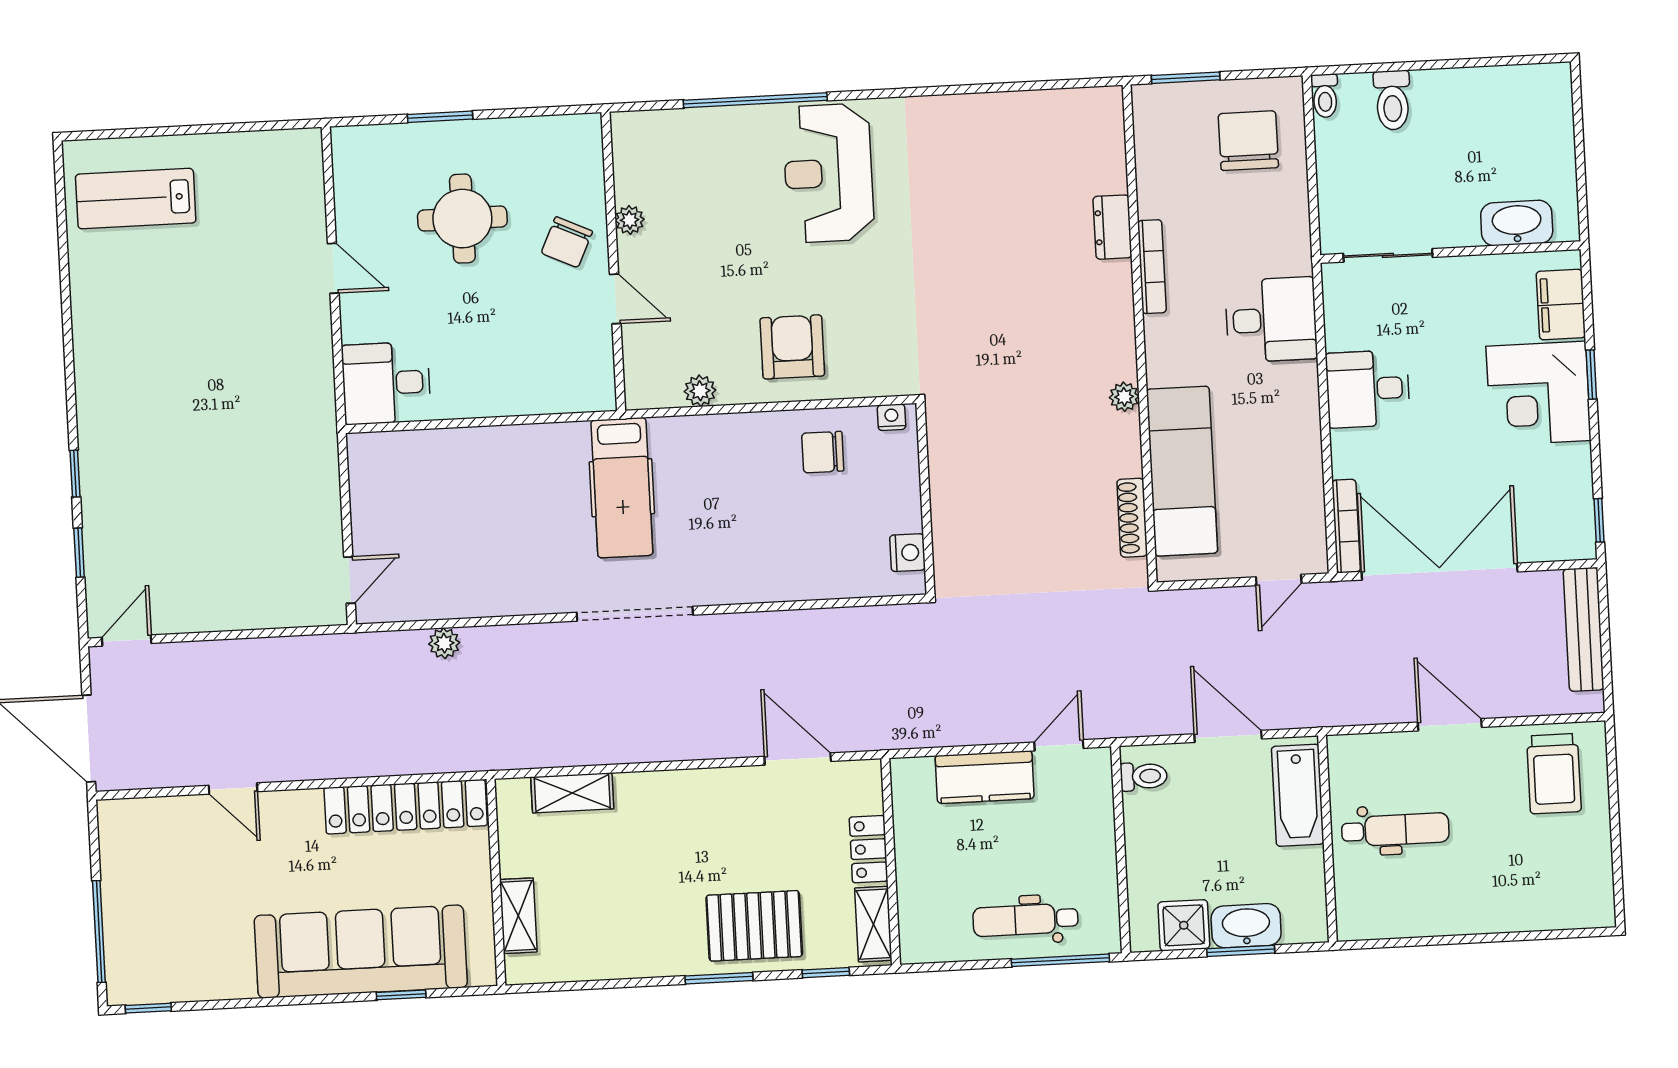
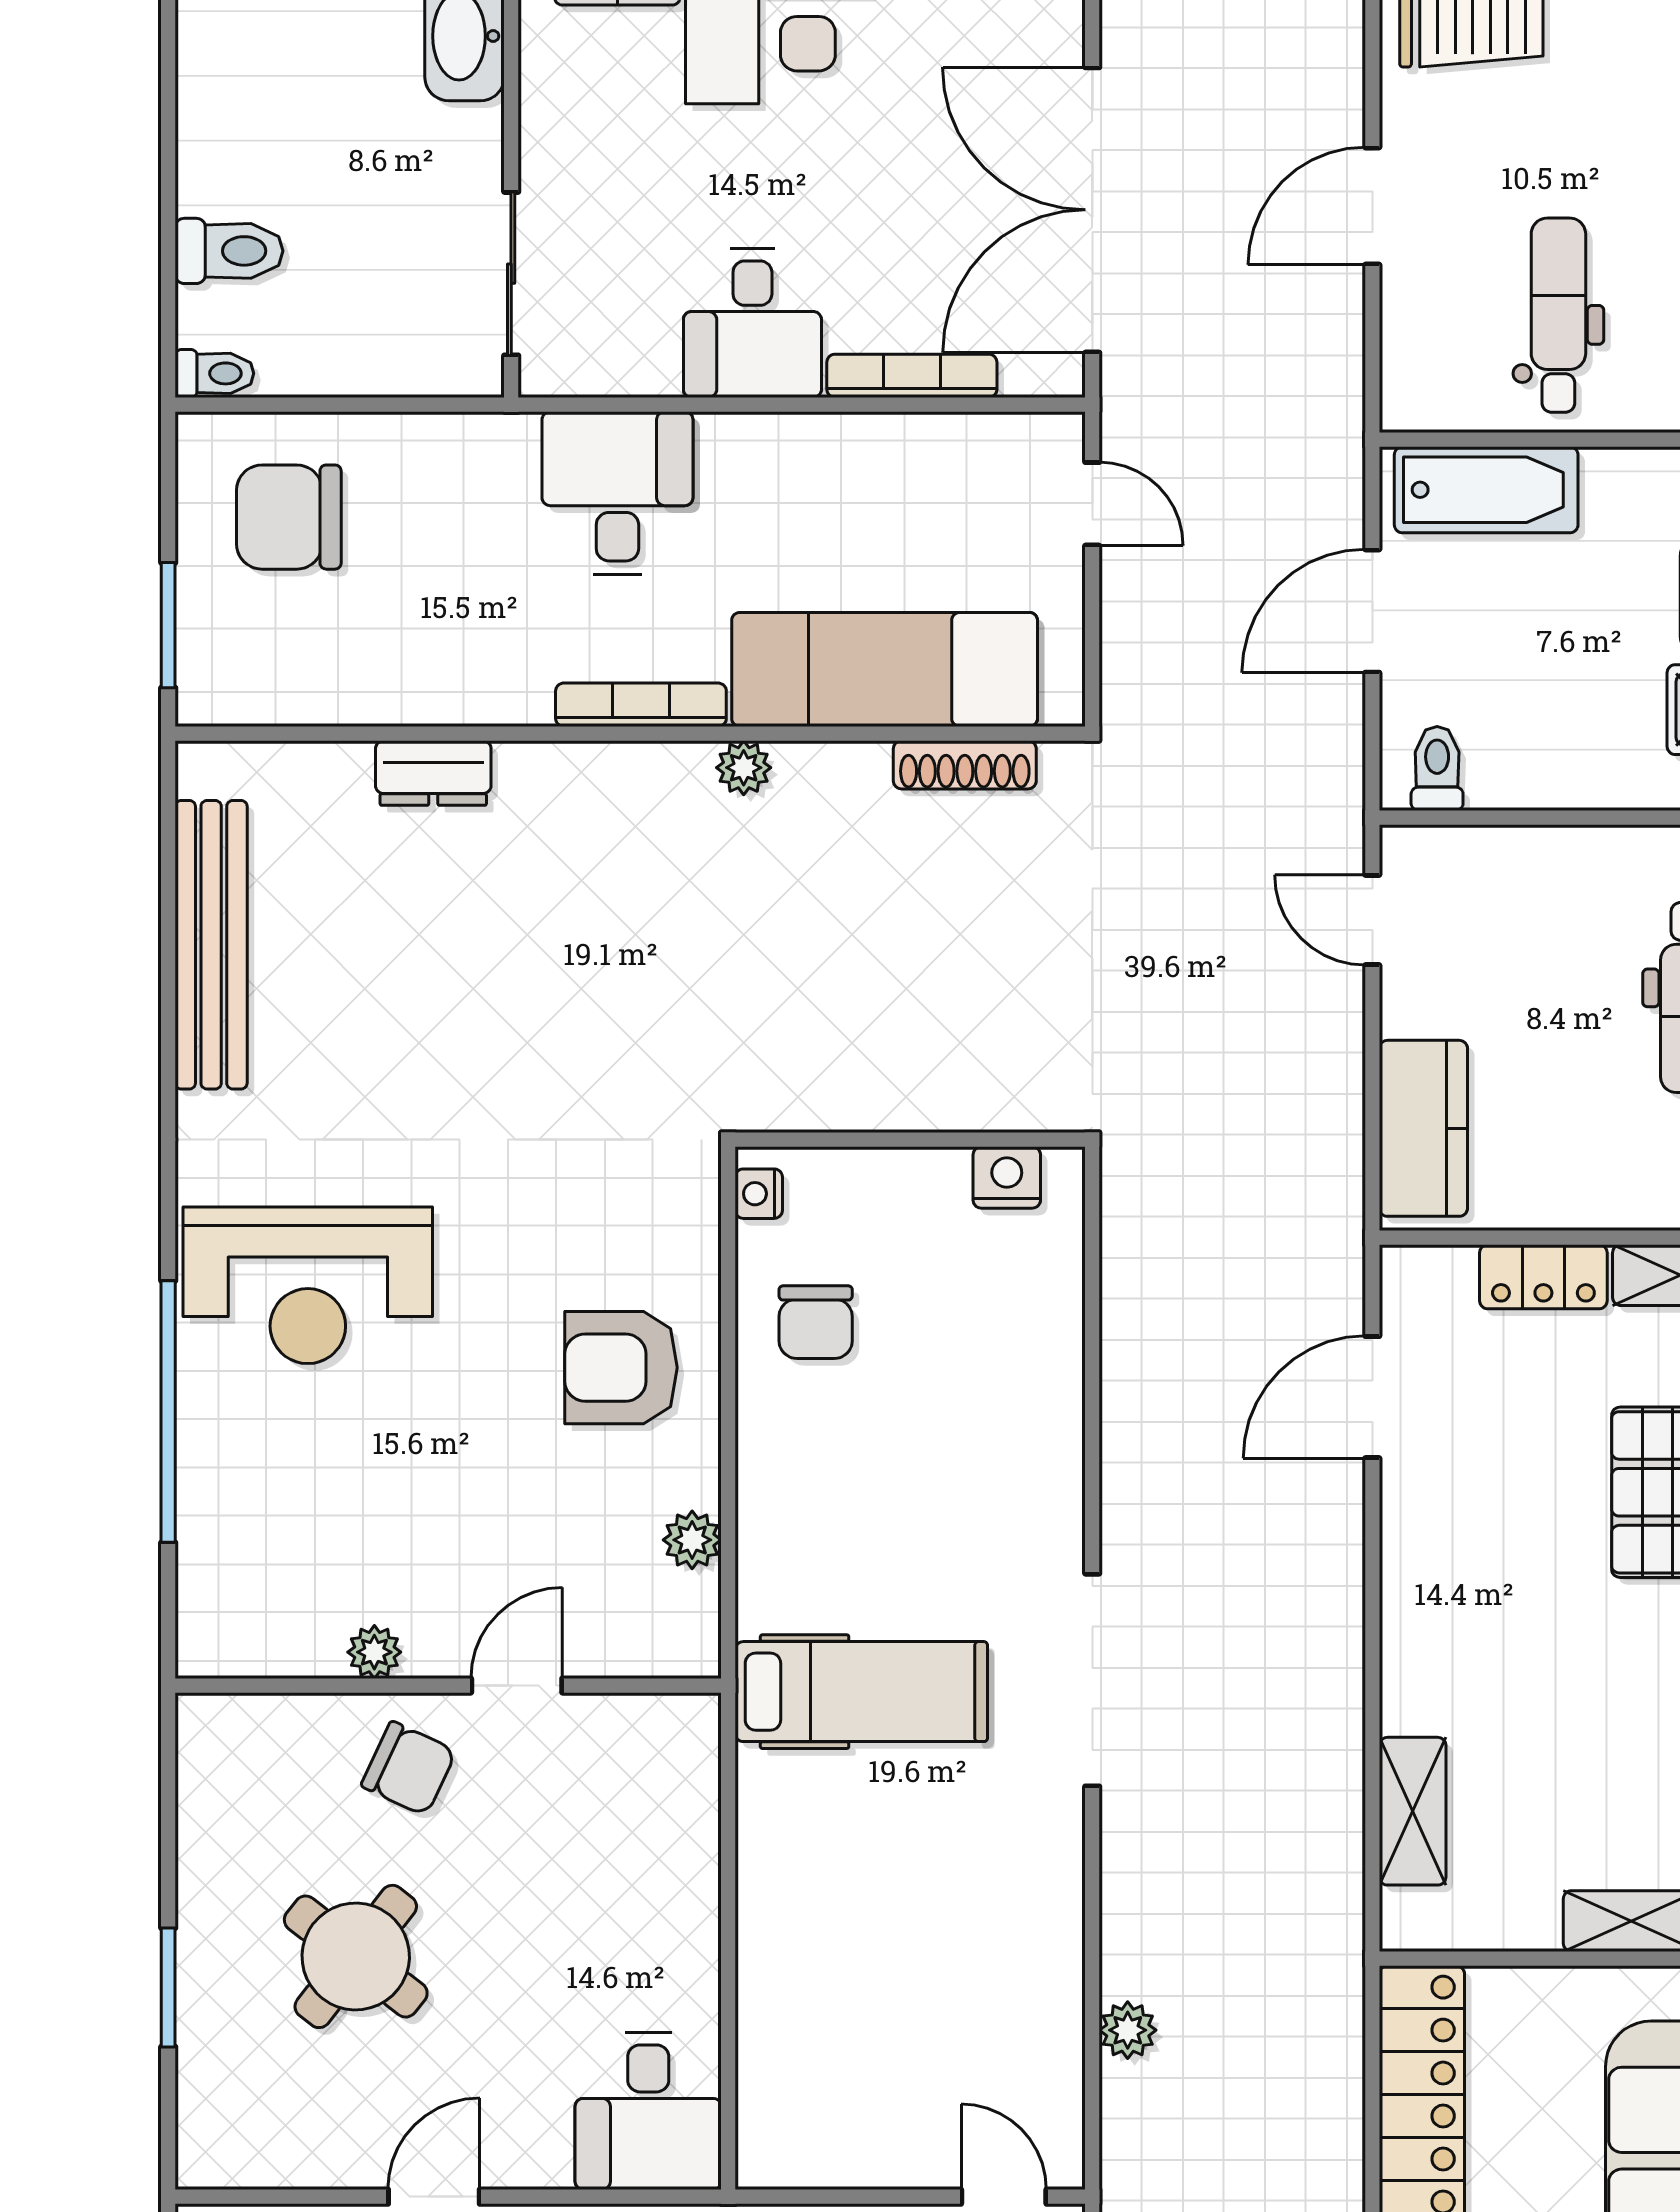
bench: (1012, 110) -> (211, 945), added
round table: (462, 219) -> (356, 1956), turned 38
bookcase: (1152, 267) -> (641, 705), moved
bookcase: (1346, 526) -> (912, 376), moved
kitchen counter: (985, 777) -> (1423, 1128), moved

